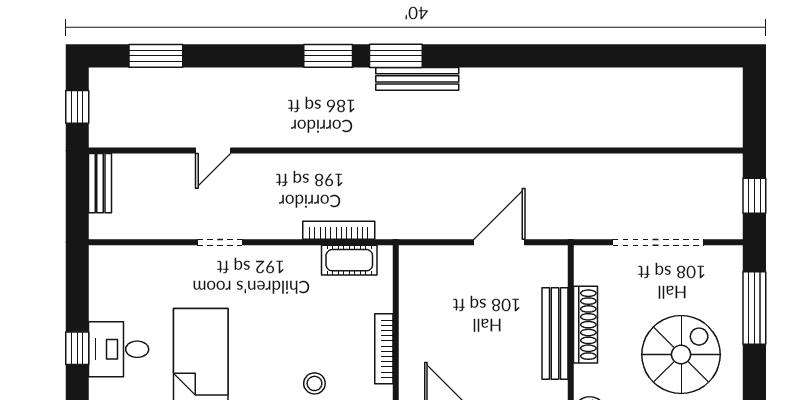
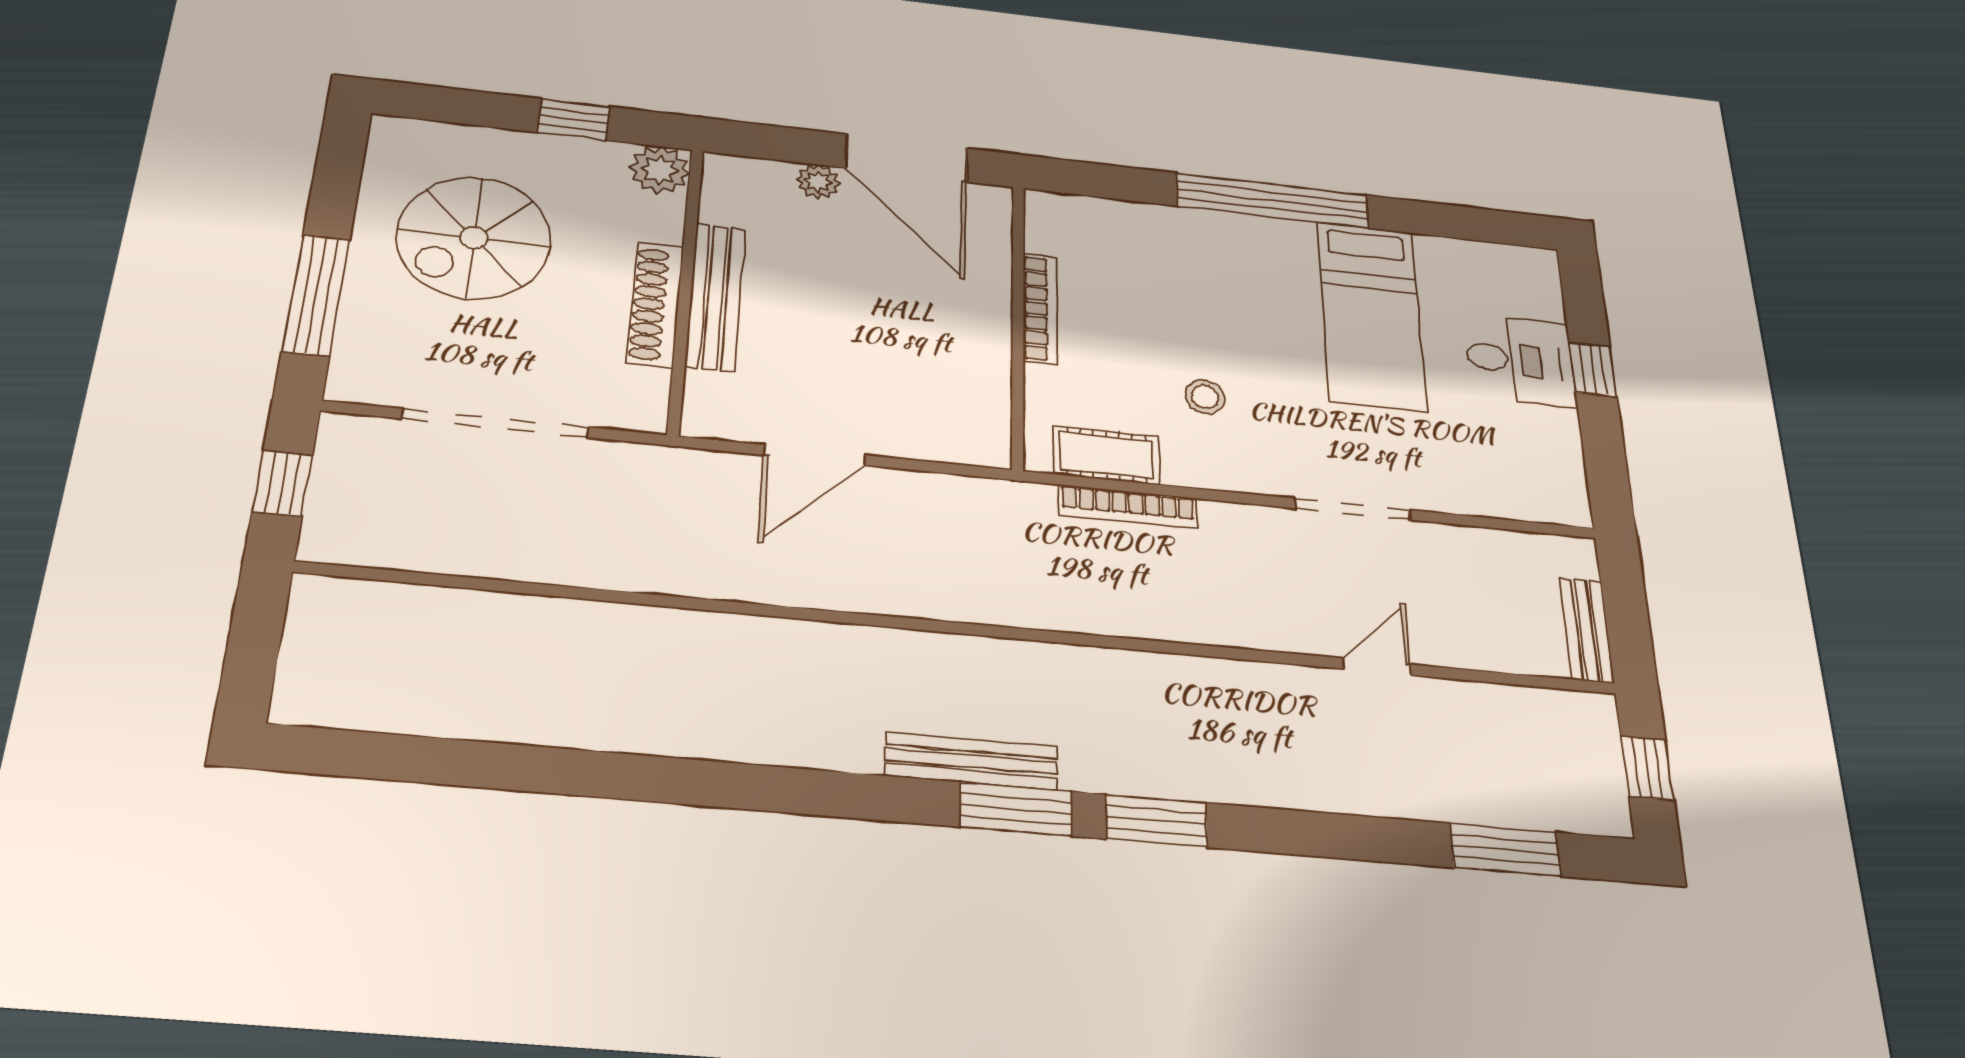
doorway: (220, 242) -> (1353, 509), width x1.38
stool: (314, 383) -> (1205, 397), moved

